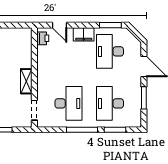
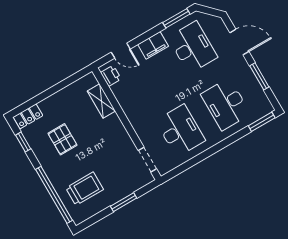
desk: (110, 51) -> (193, 47), turned 180
shelving: (26, 81) -> (101, 101), moved
window: (82, 130) -> (212, 151), removed
window: (115, 130) -> (262, 122), moved

